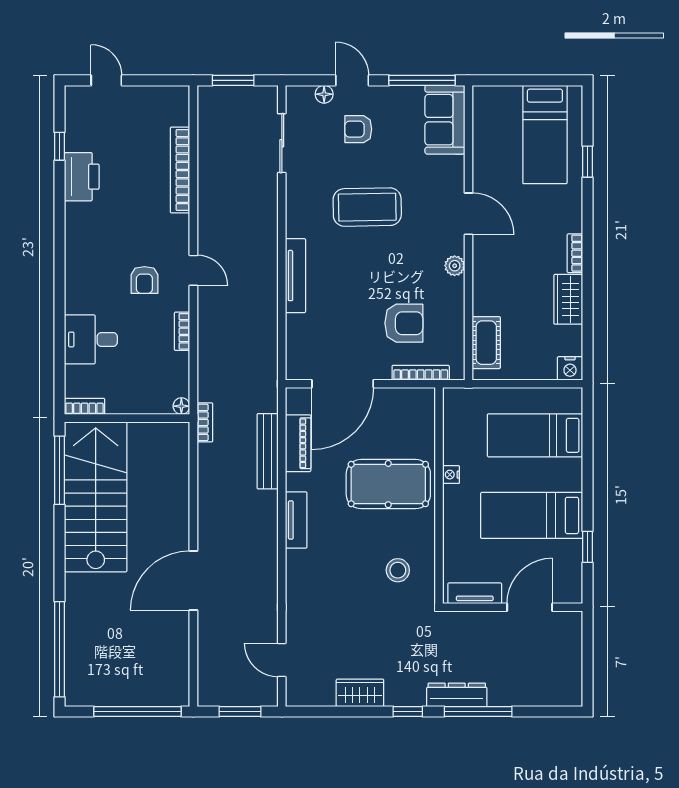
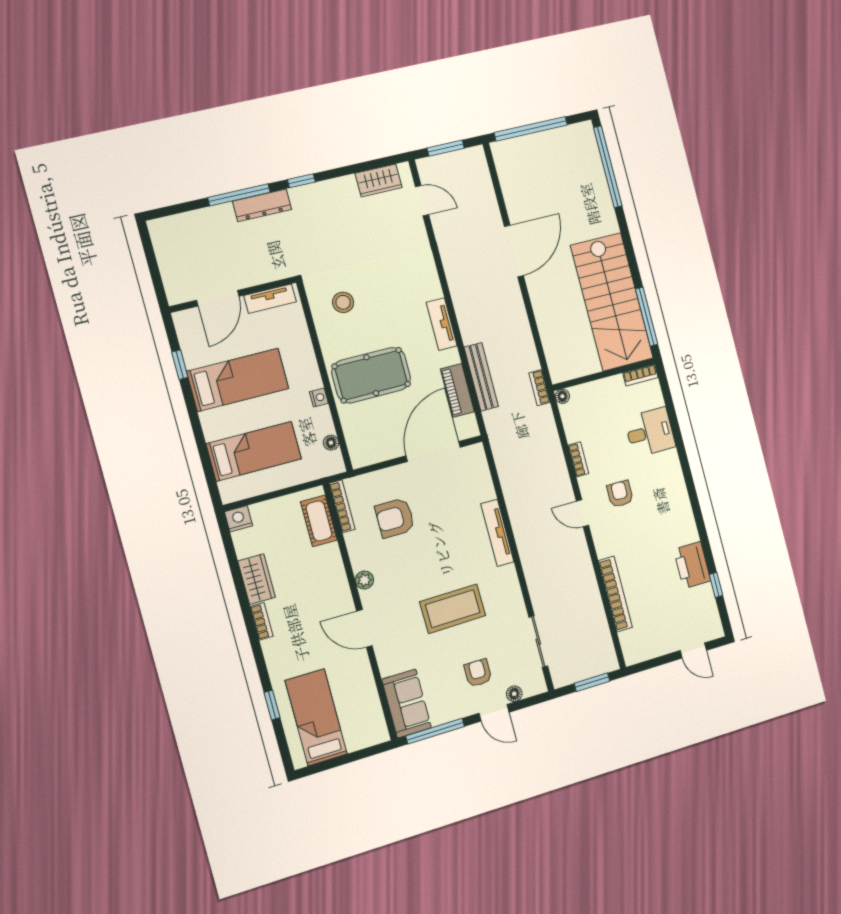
armchair: (358, 129) -> (478, 673), turned -90
bookcase: (421, 373) -> (342, 506), moved, turned -90
floor lamp: (451, 423) -> (331, 443), added
wardrobe: (360, 693) -> (379, 180), moved

